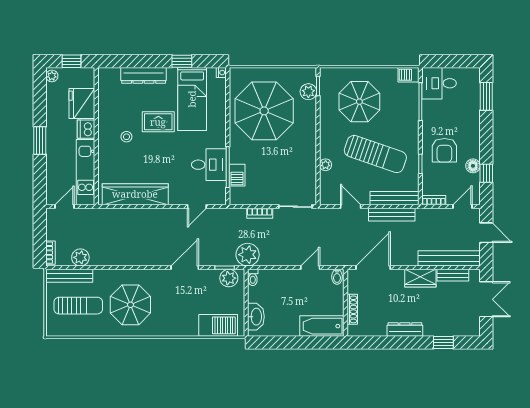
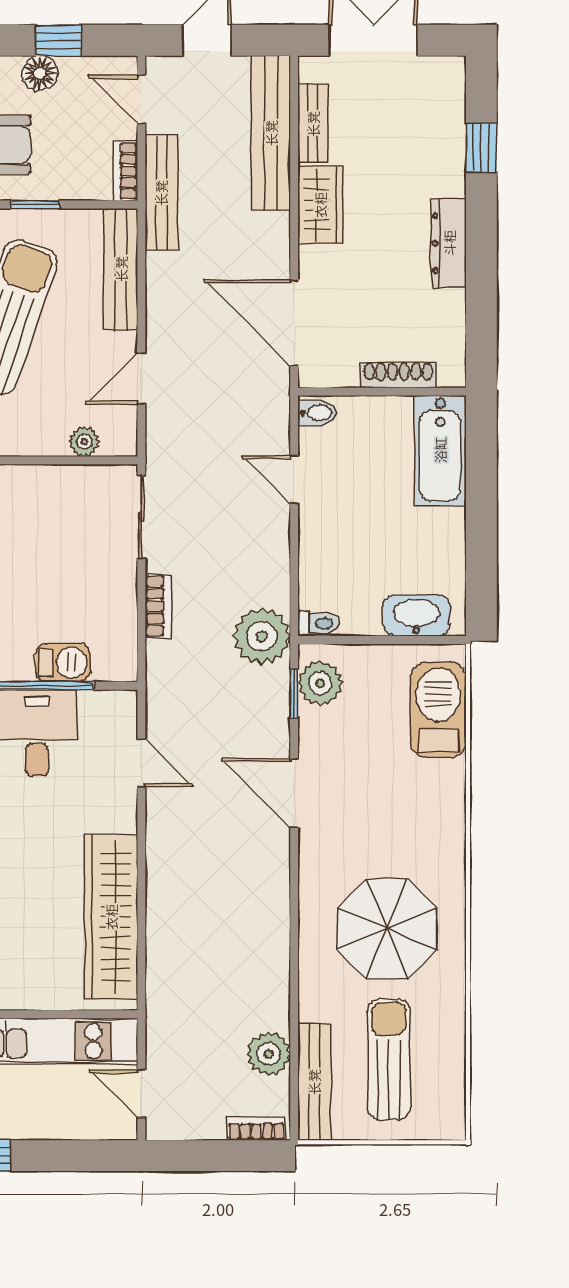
plant: (326, 165) -> (84, 442), moved
bench: (392, 215) -> (161, 193), moved

